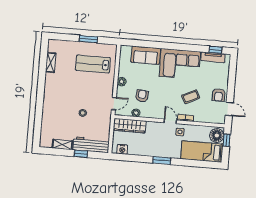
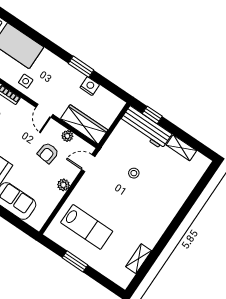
door: (170, 121) -> (44, 111), moved
nightstand: (122, 149) -> (90, 86), moved
window: (81, 154) -> (152, 115), moved
window: (162, 161) -> (81, 67), moved

